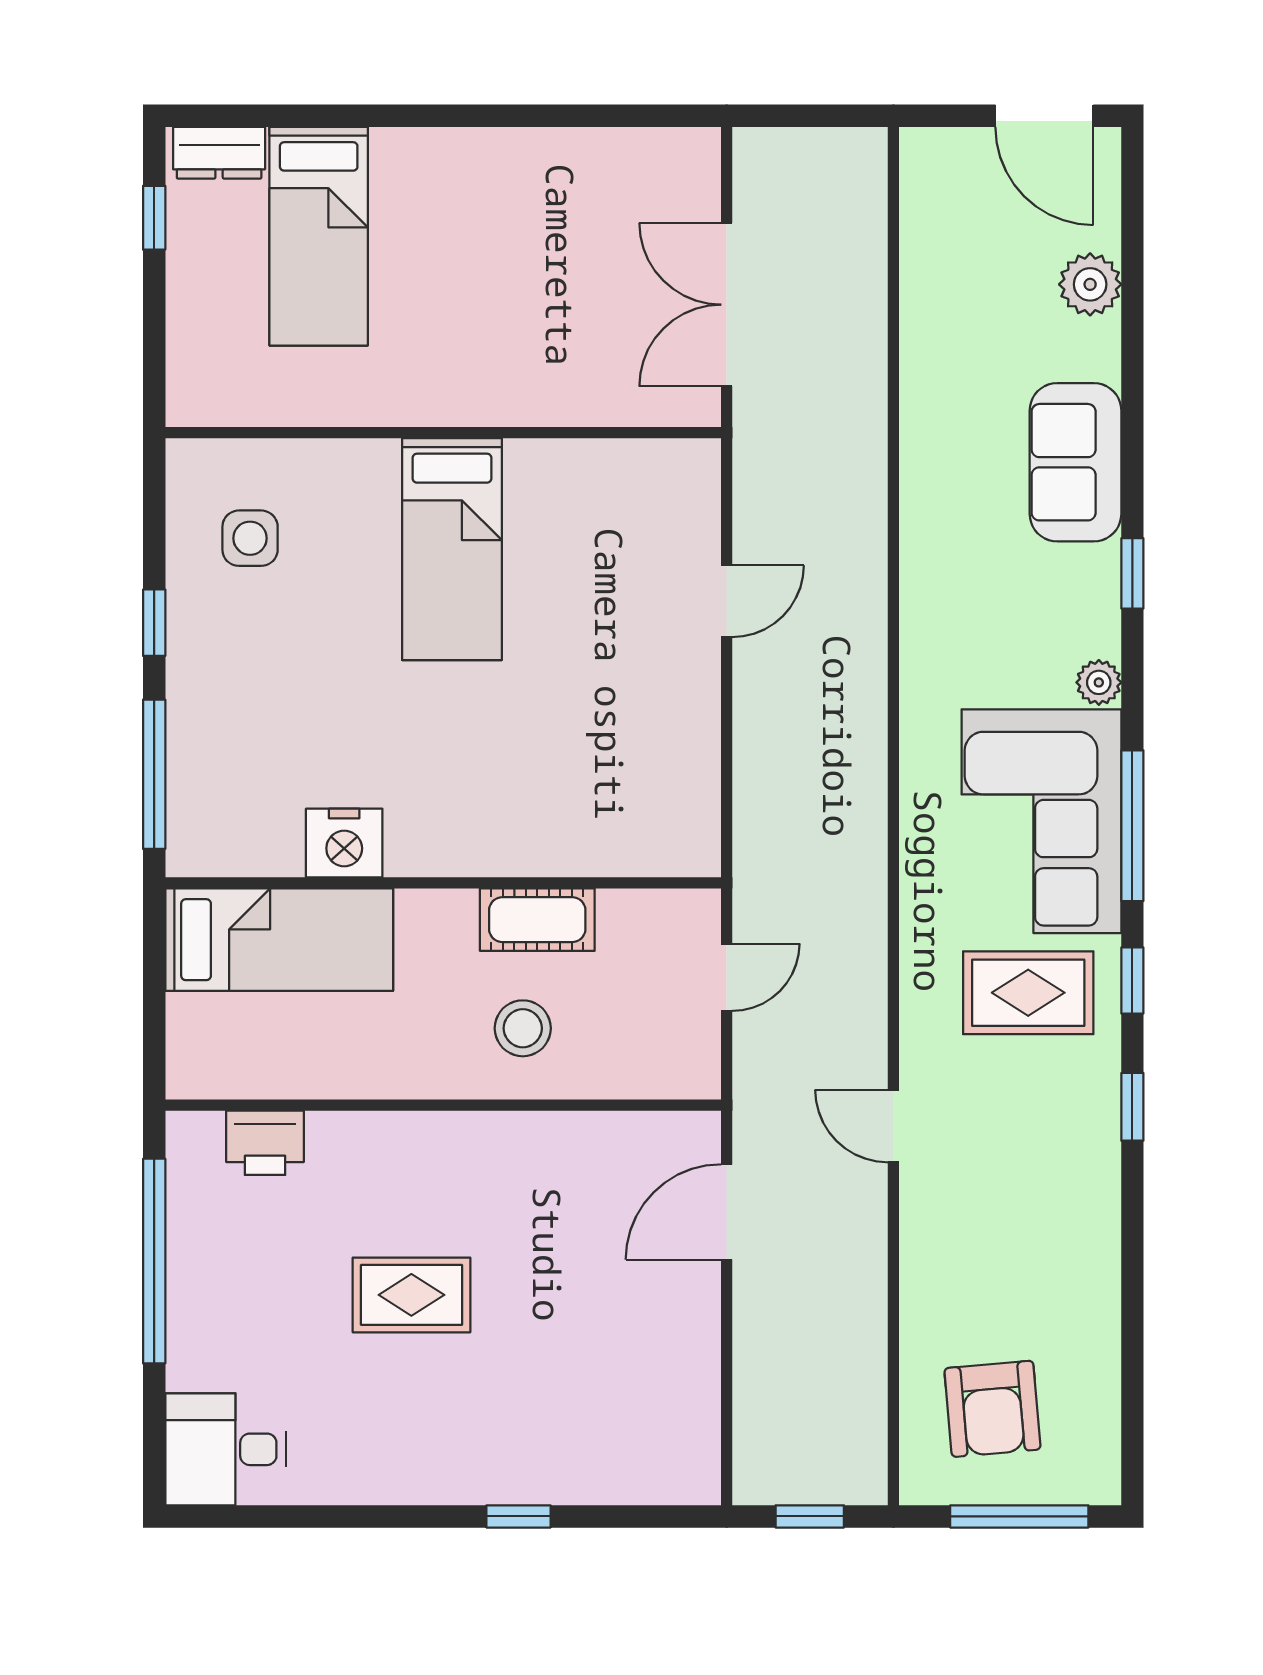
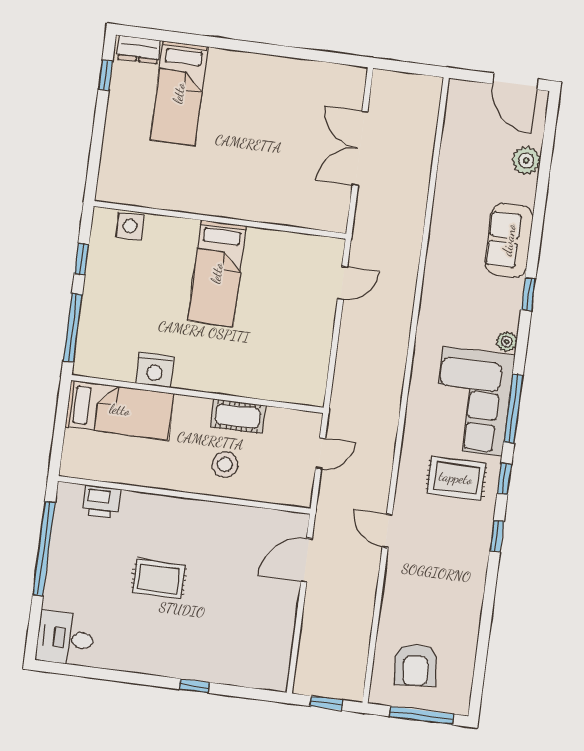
wall: (443, 433) -> (220, 220), moved
bed: (452, 549) -> (217, 273), moved

